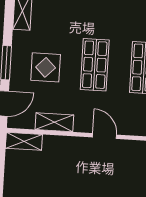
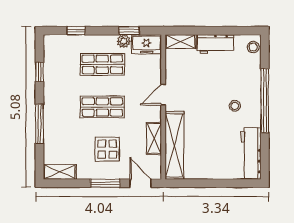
shelving: (24, 141) -> (174, 145), width x2.20, depth x1.33

